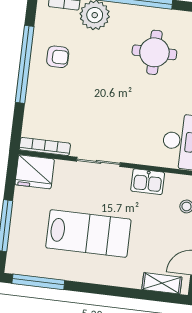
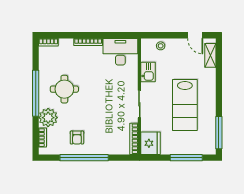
round table: (154, 52) -> (64, 89), moved
armchair: (58, 57) -> (77, 138), turned 180
lab bench: (88, 234) -> (185, 105), turned 180

